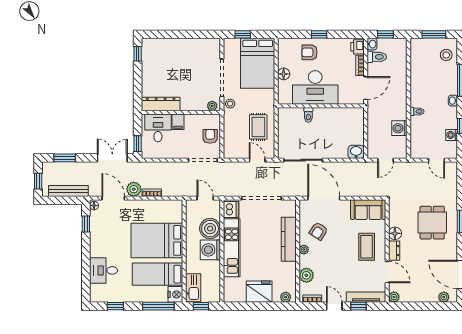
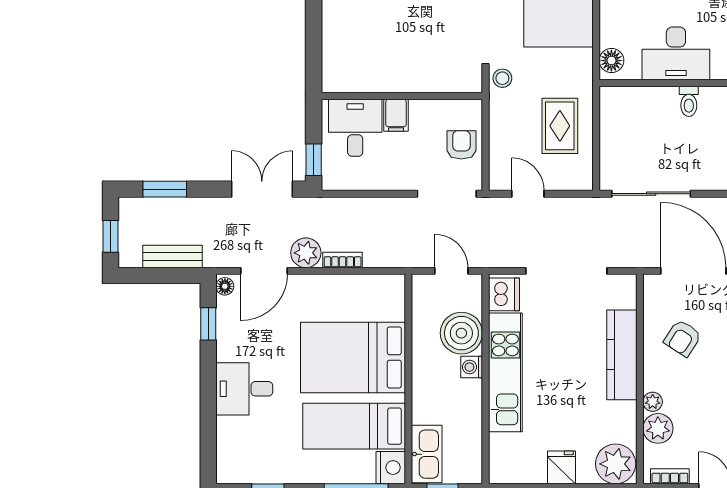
floor lamp: (284, 74) -> (611, 61), moved
desk: (315, 88) -> (676, 53), width x0.73, depth x0.77
dresser: (161, 104) -> (361, 79), removed
plant: (212, 106) -> (466, 83), removed
toilet: (308, 115) -> (689, 101), moved
door: (257, 160) -> (528, 194), moved
bench: (68, 191) -> (172, 256), width x0.73
door: (113, 198) -> (264, 271), swing flipped
washing machine: (210, 250) -> (472, 367), width x0.53, depth x0.53
plant: (304, 250) -> (653, 402), moved
desk: (104, 270) -> (244, 389), moved
fridge: (259, 292) -> (561, 467), width x0.53, depth x0.75
plant: (286, 297) -> (616, 464), width x1.88, depth x1.88

